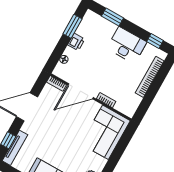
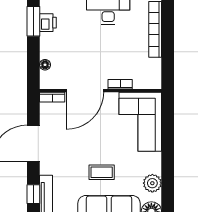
printer: (76, 42) -> (48, 23), moved
coffee table: (61, 151) -> (102, 172), added

